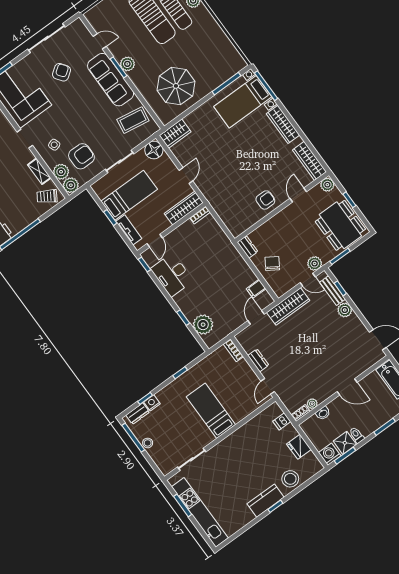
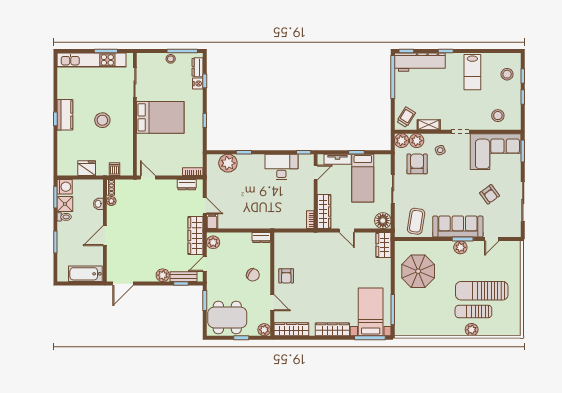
armchair: (81, 156) -> (417, 164), turned 180
door: (155, 241) -> (316, 173), swing flipped
plant: (315, 263) -> (213, 242), moved
chair: (272, 264) -> (253, 275), moved
filing cabinet: (256, 289) -> (212, 221), moved
dresser: (258, 360) -> (187, 185), moved
bed: (211, 411) -> (160, 117), width x1.50
stool: (290, 479) -> (102, 120), moved

